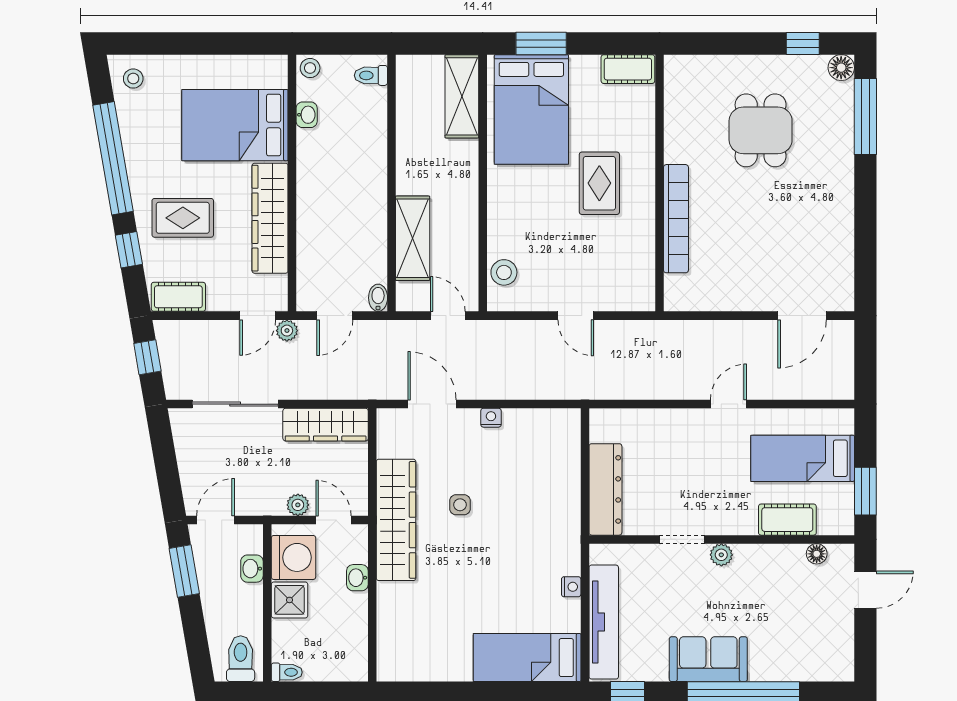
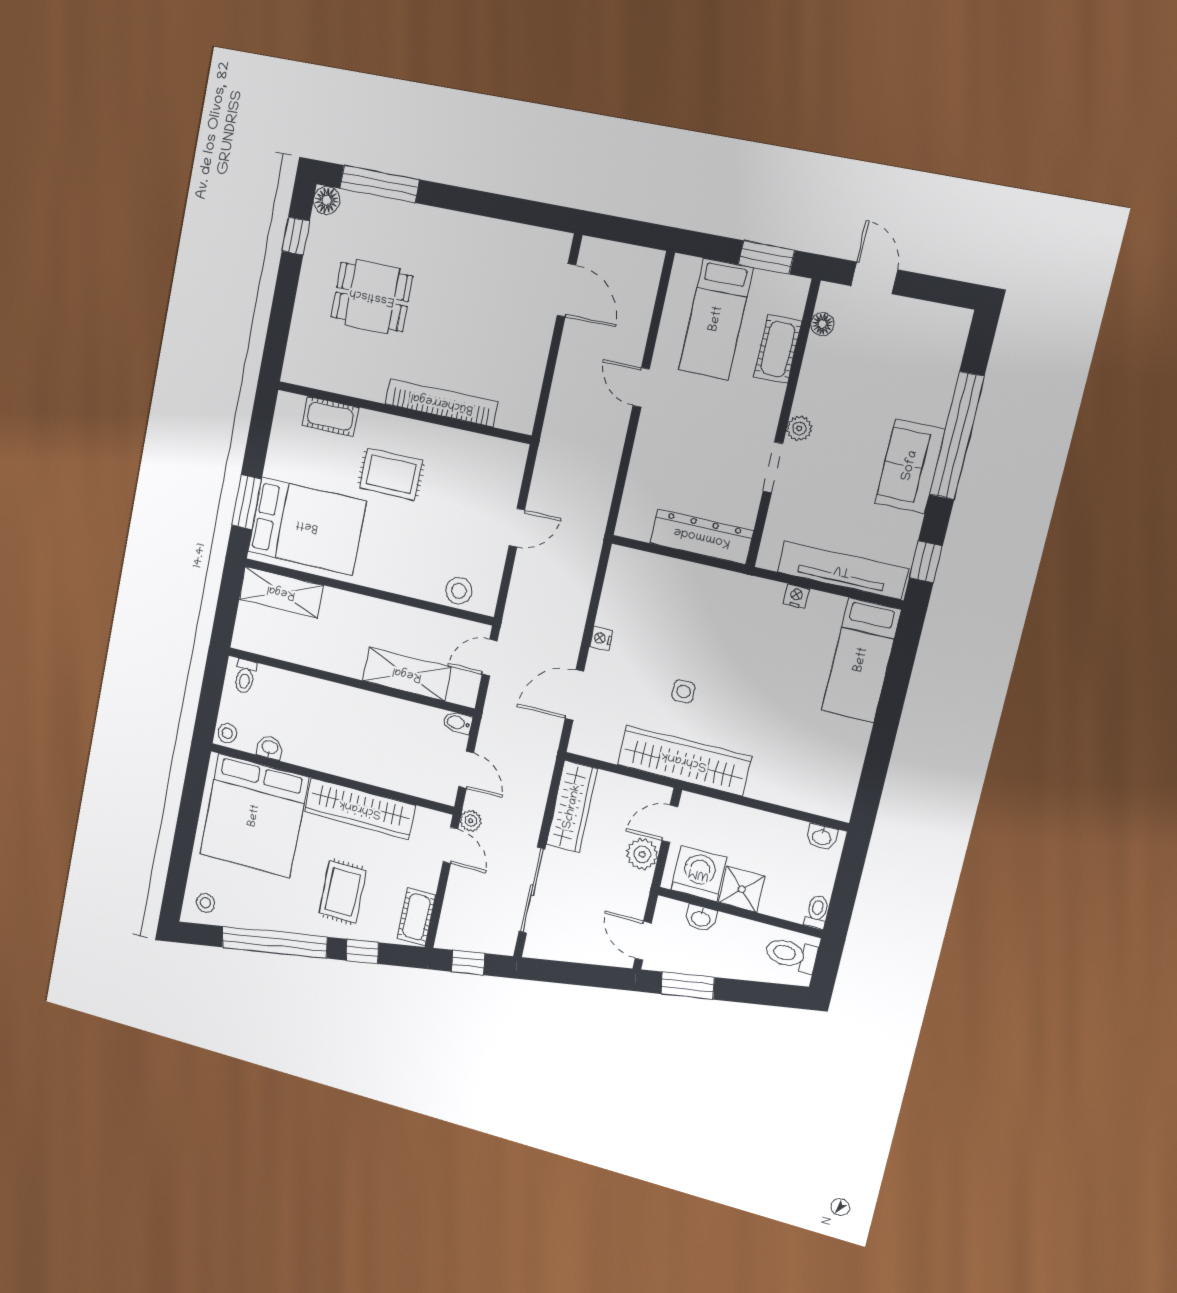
cot: (628, 69) -> (330, 416), moved, turned 90
bed: (235, 125) -> (254, 816), width x1.36
plant: (298, 505) -> (642, 854), width x1.38, depth x1.38
washbasin: (357, 578) -> (822, 837), moved

